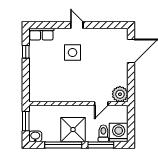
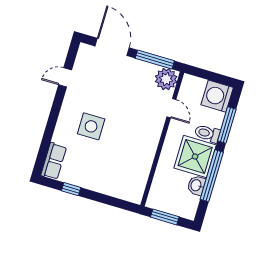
door: (77, 25) -> (65, 77), moved
window: (131, 82) -> (155, 59), added
toilet: (103, 133) -> (207, 133), moved
washbasin: (35, 136) -> (196, 185), moved

